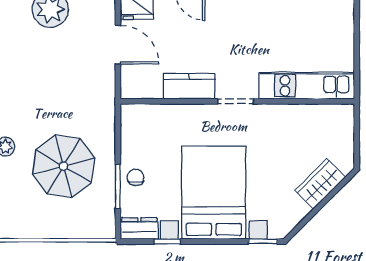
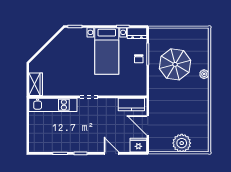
kitchen counter: (189, 86) -> (131, 105), moved
wardrobe: (320, 184) -> (36, 84), moved, turned -45
bed with nightstands: (214, 193) -> (107, 51), width x0.73

